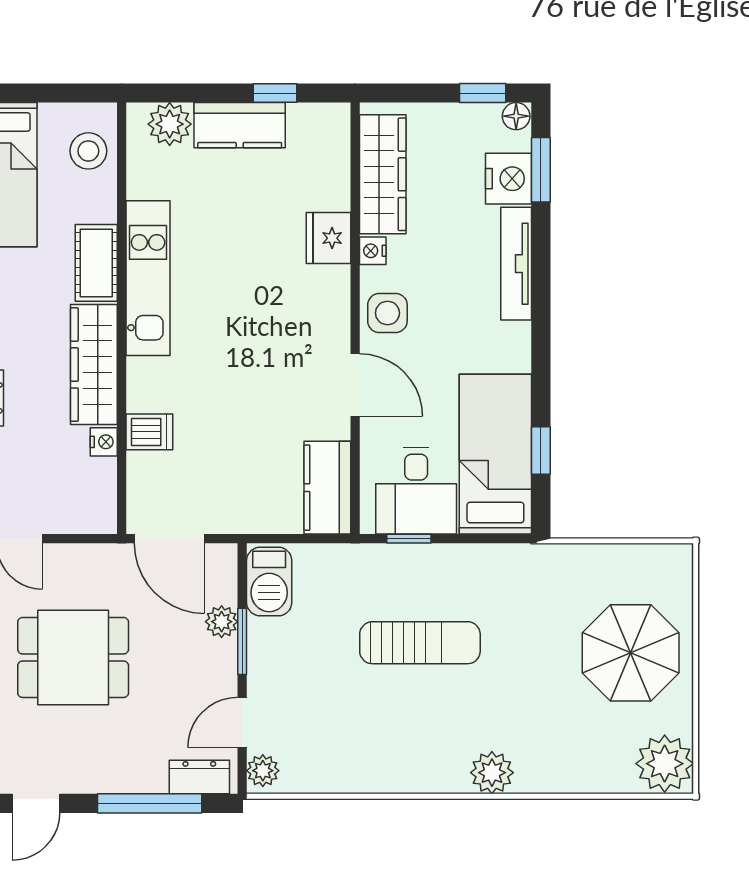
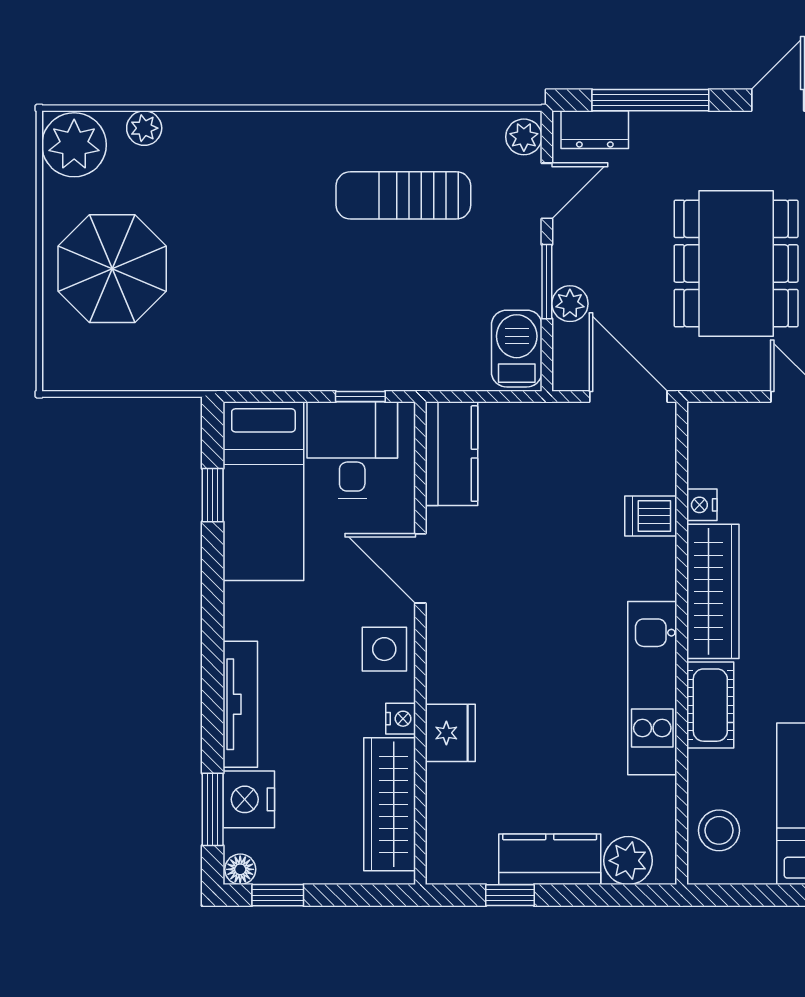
sun lounger: (420, 643) -> (403, 195), moved
dining table: (73, 657) -> (736, 263), width x1.38
plant: (492, 773) -> (144, 128), moved, width x0.73, depth x0.73

